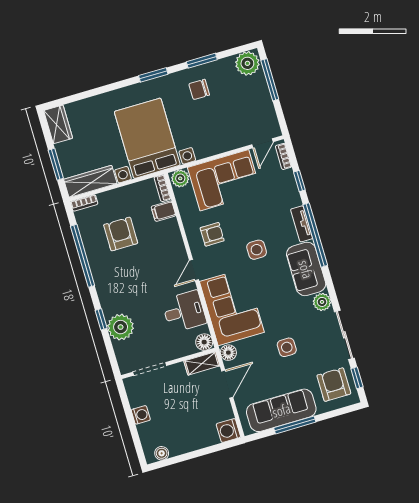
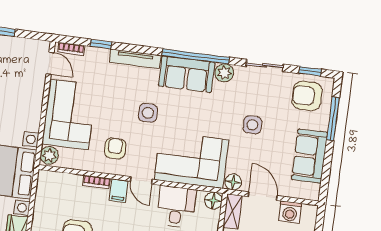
bookcase: (162, 188) -> (97, 182), moved
filing cabinet: (163, 211) -> (119, 191), moved
tv unit: (302, 224) -> (135, 59), width x1.41
window: (315, 235) -> (196, 56), moved
sliding door: (344, 335) -> (265, 65), width x0.73
sofa: (281, 410) -> (310, 156), width x0.73
window: (295, 425) -> (333, 119), moved
washing machine: (228, 430) -> (290, 212), moved

